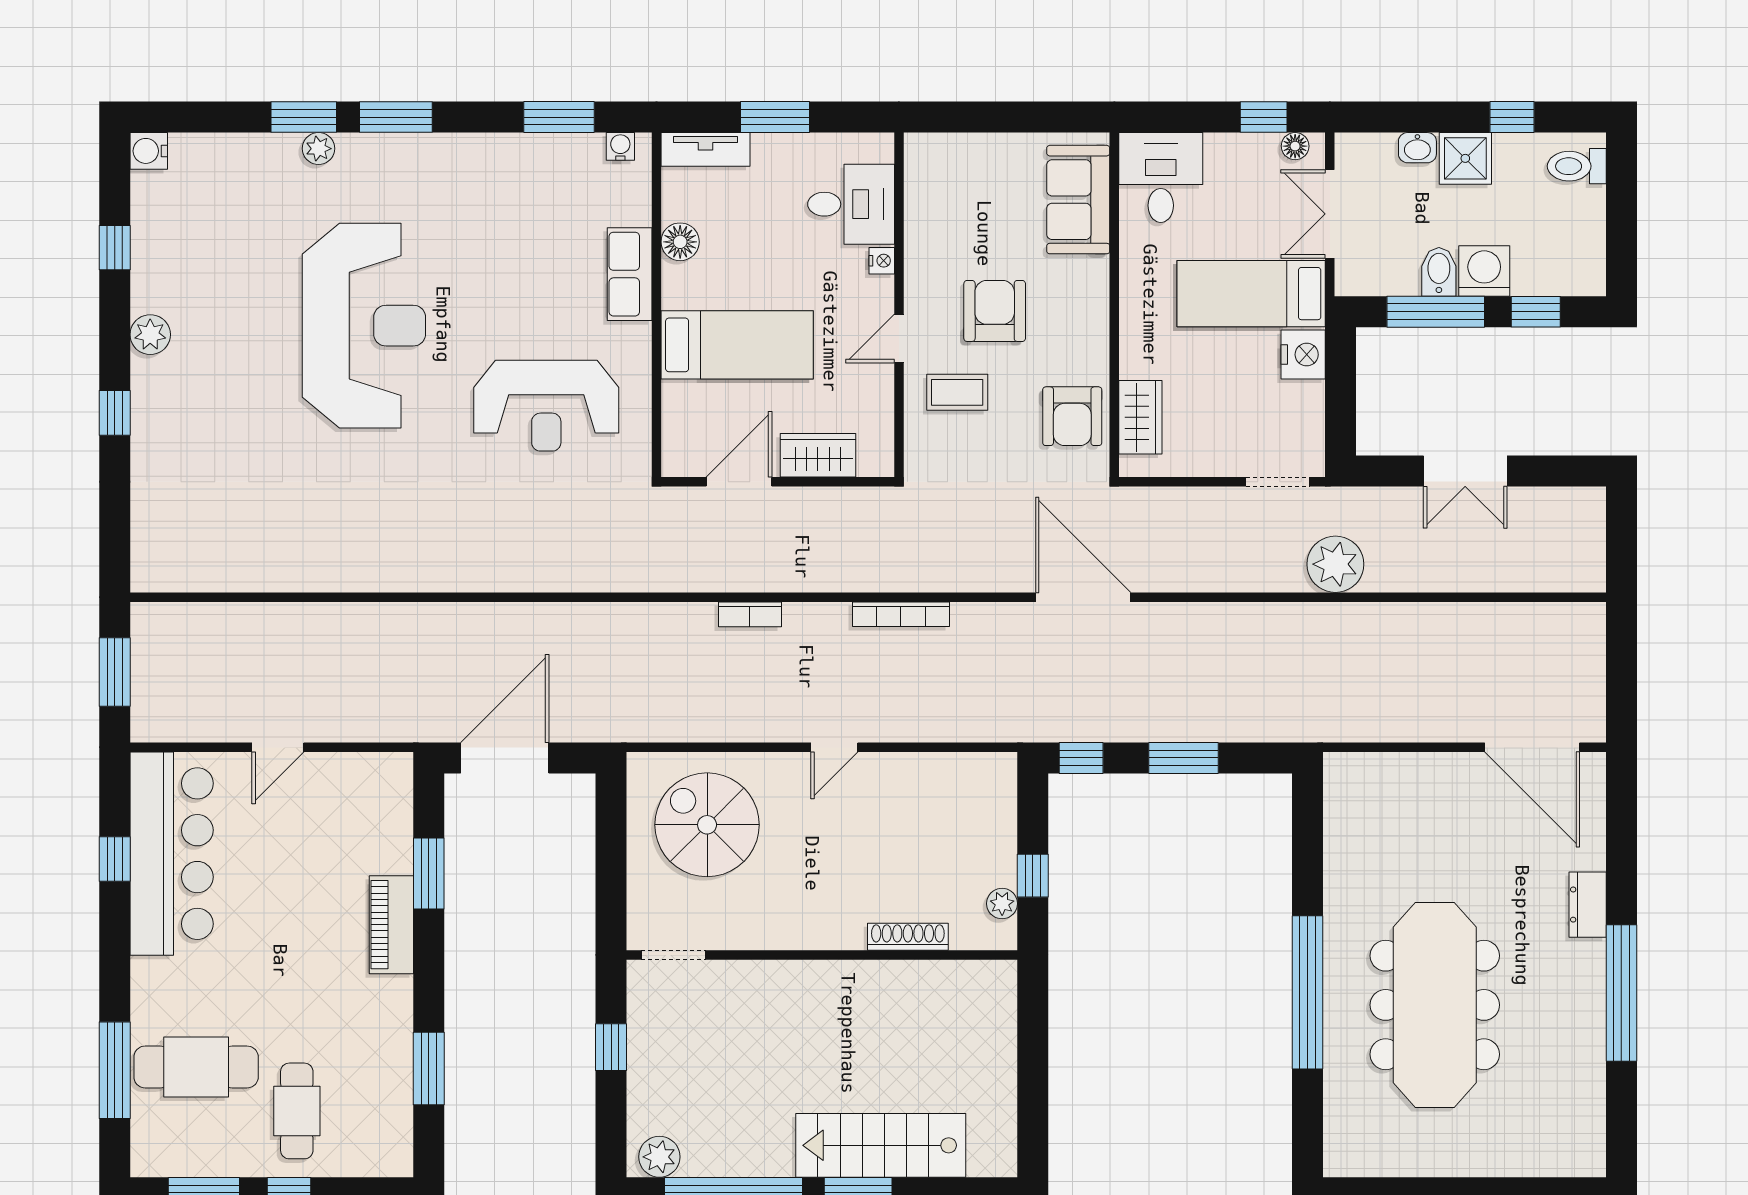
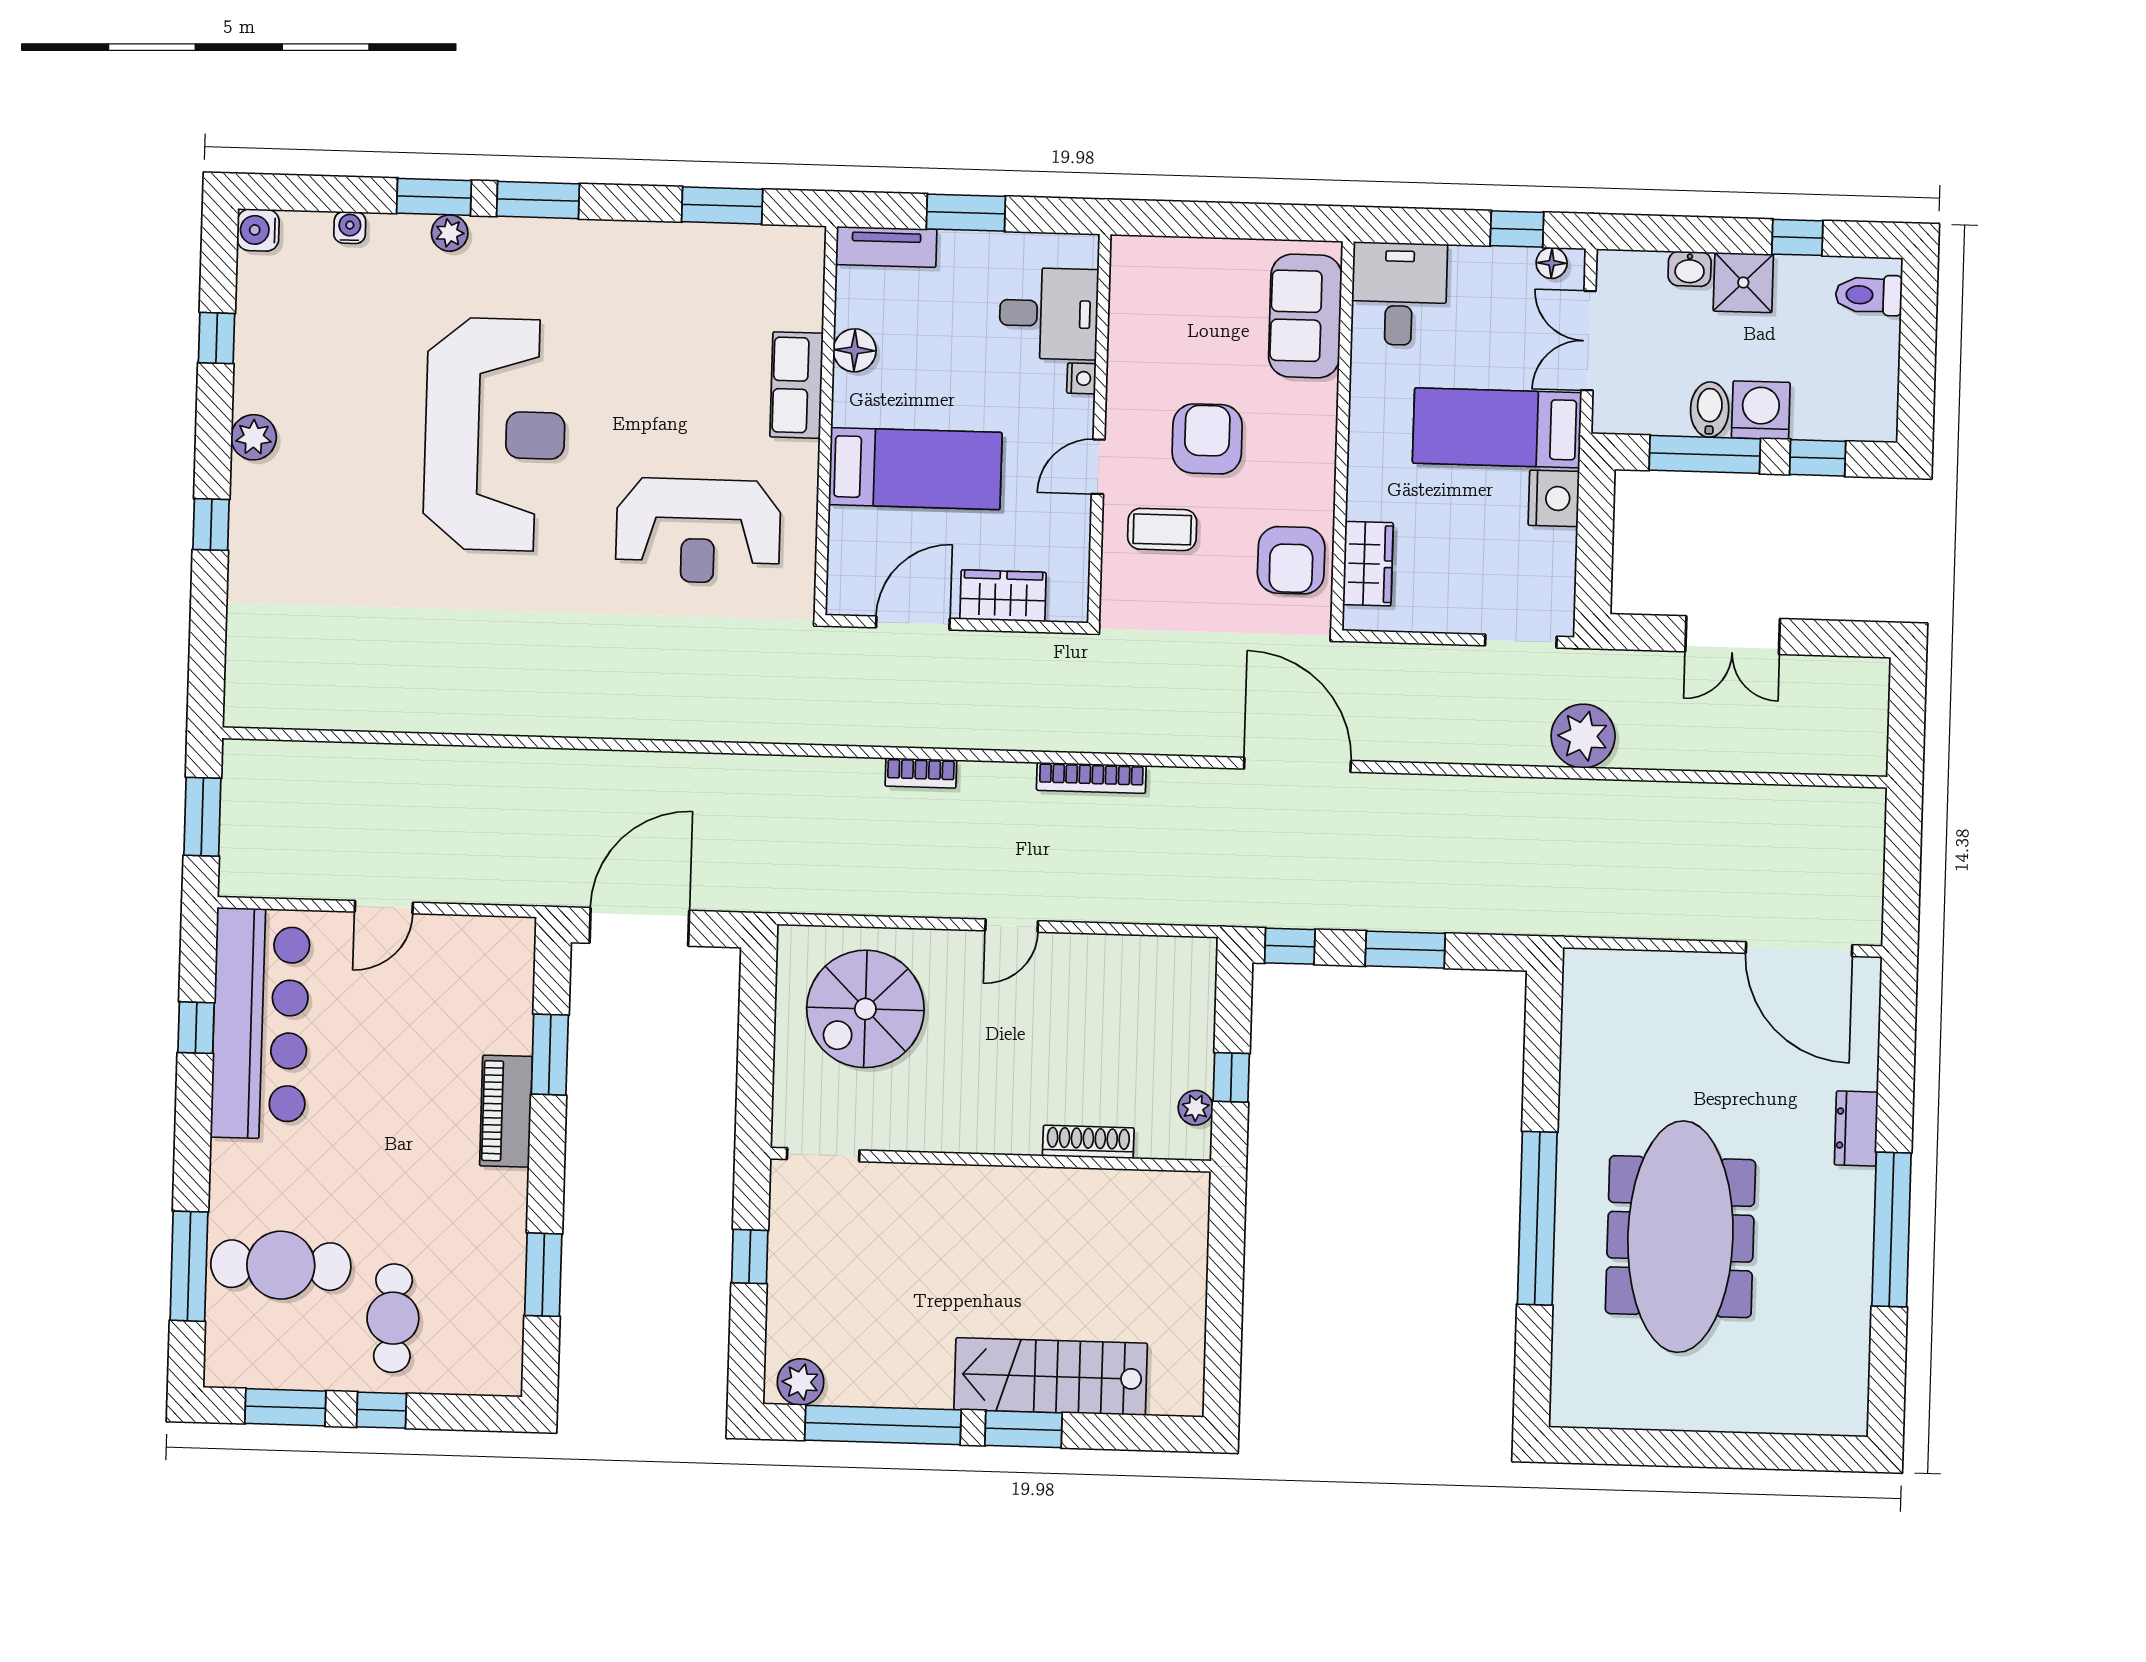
water cooler: (620, 146) -> (350, 228), moved
spiral stairs: (707, 825) -> (865, 1009), turned -90

